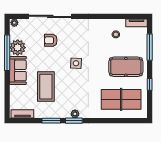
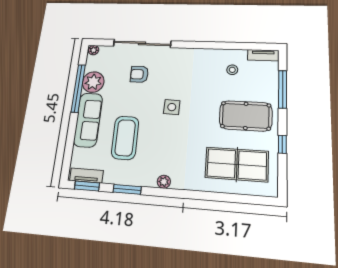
sofa: (18, 70) -> (88, 120), width x1.36
window: (74, 121) -> (87, 186), moved

